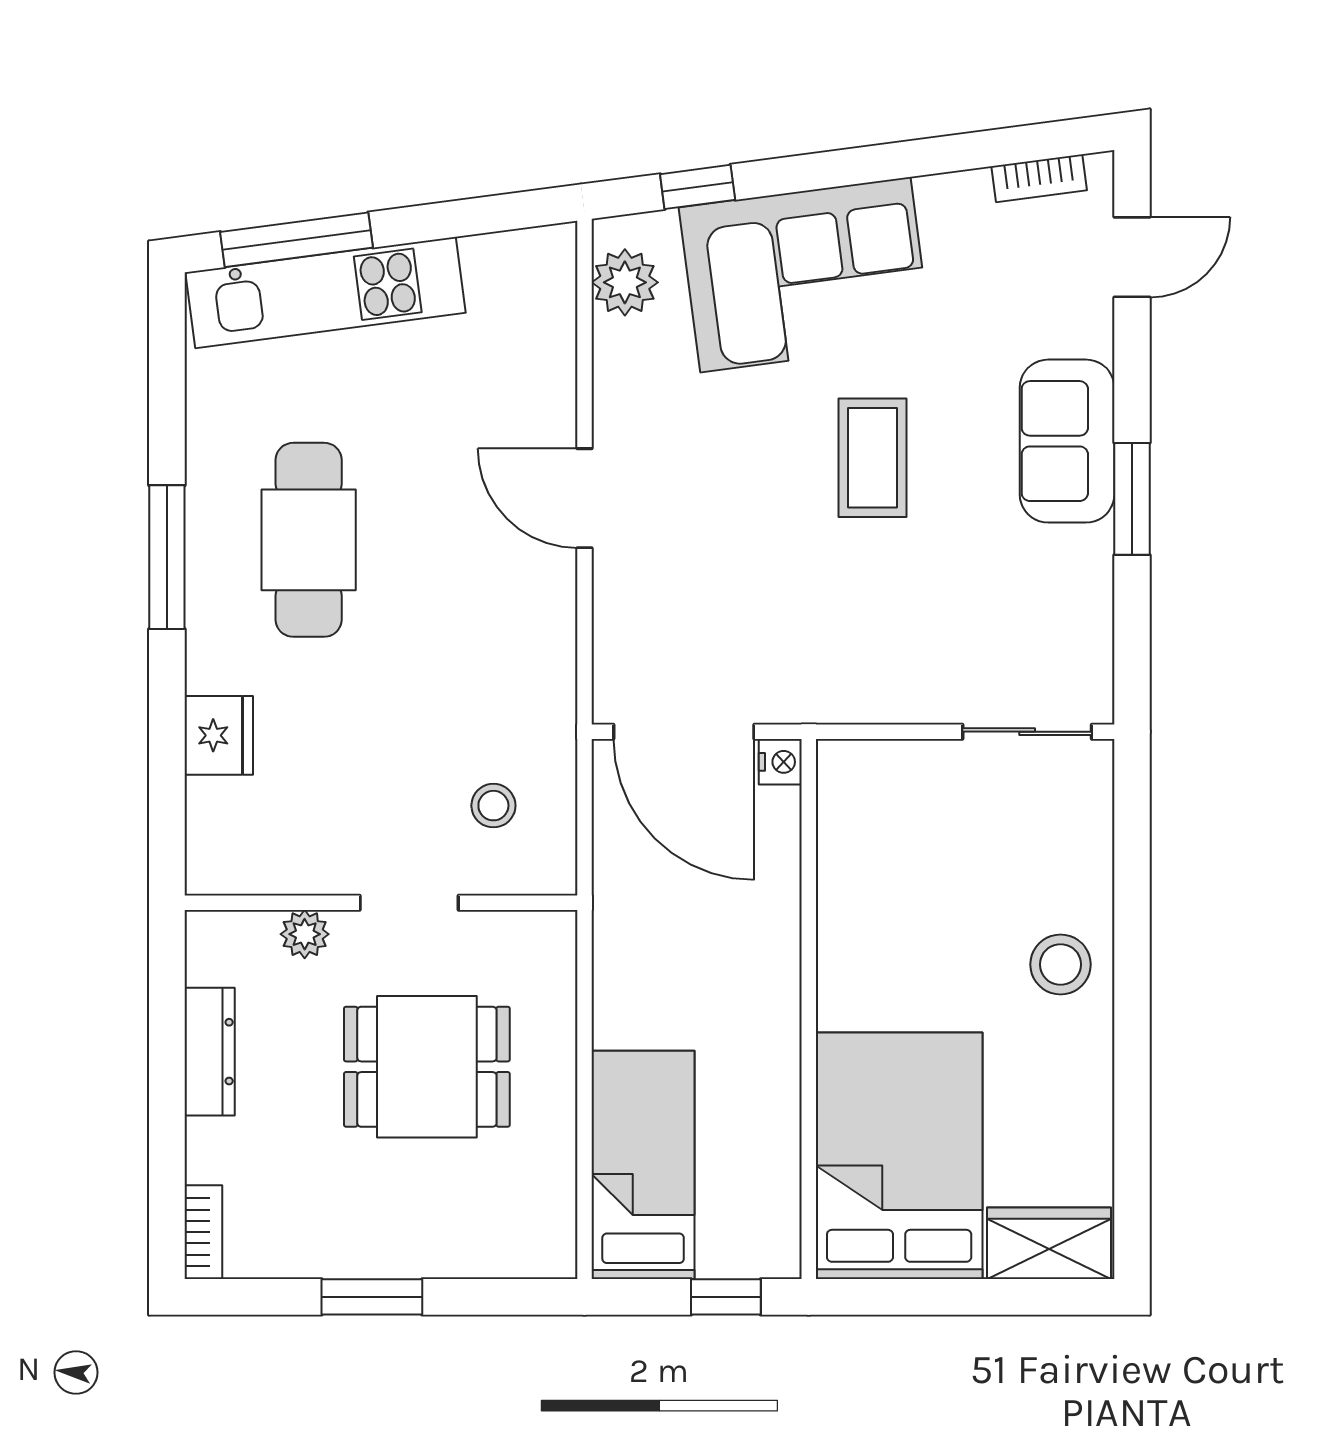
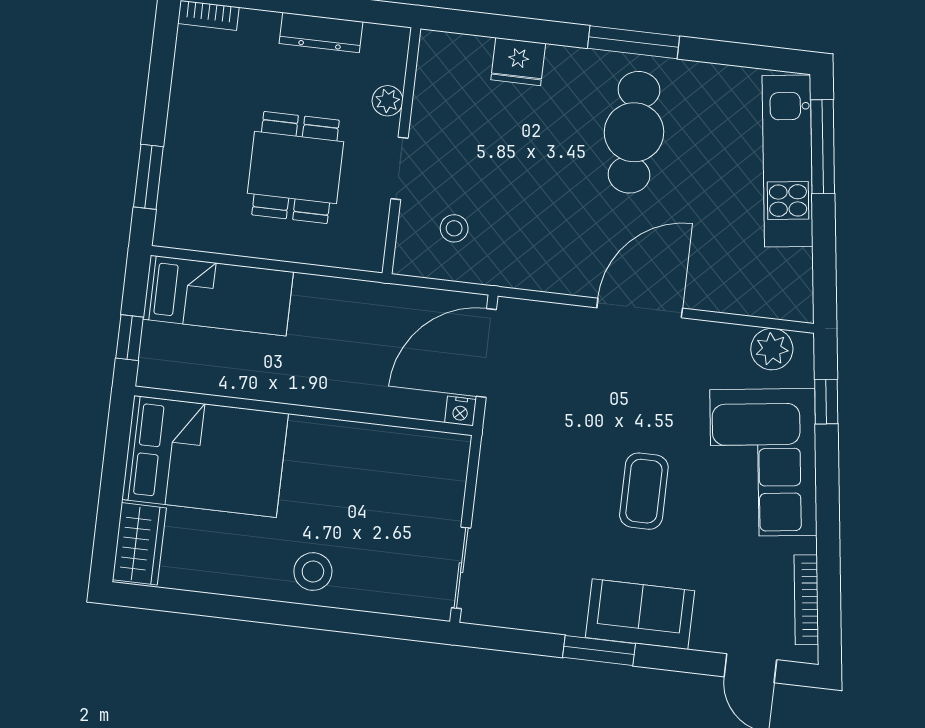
bookcase: (1039, 178) -> (806, 600), width x1.56
coffee table: (872, 458) -> (644, 491), turned 90
door: (585, 498) -> (640, 308), width x1.36
cafe table: (309, 540) -> (634, 132), turned 90
window: (372, 1297) -> (148, 177), moved

